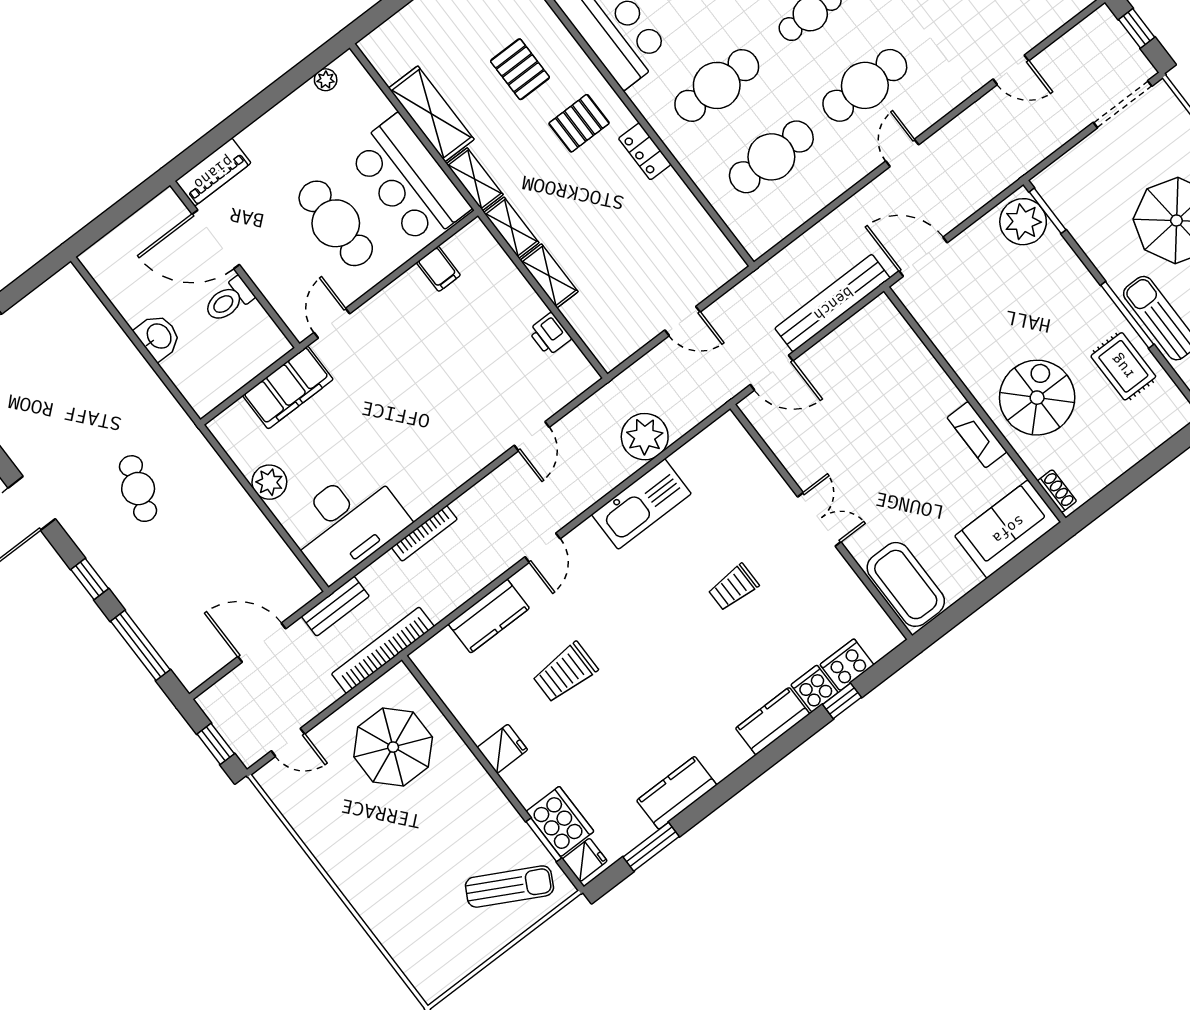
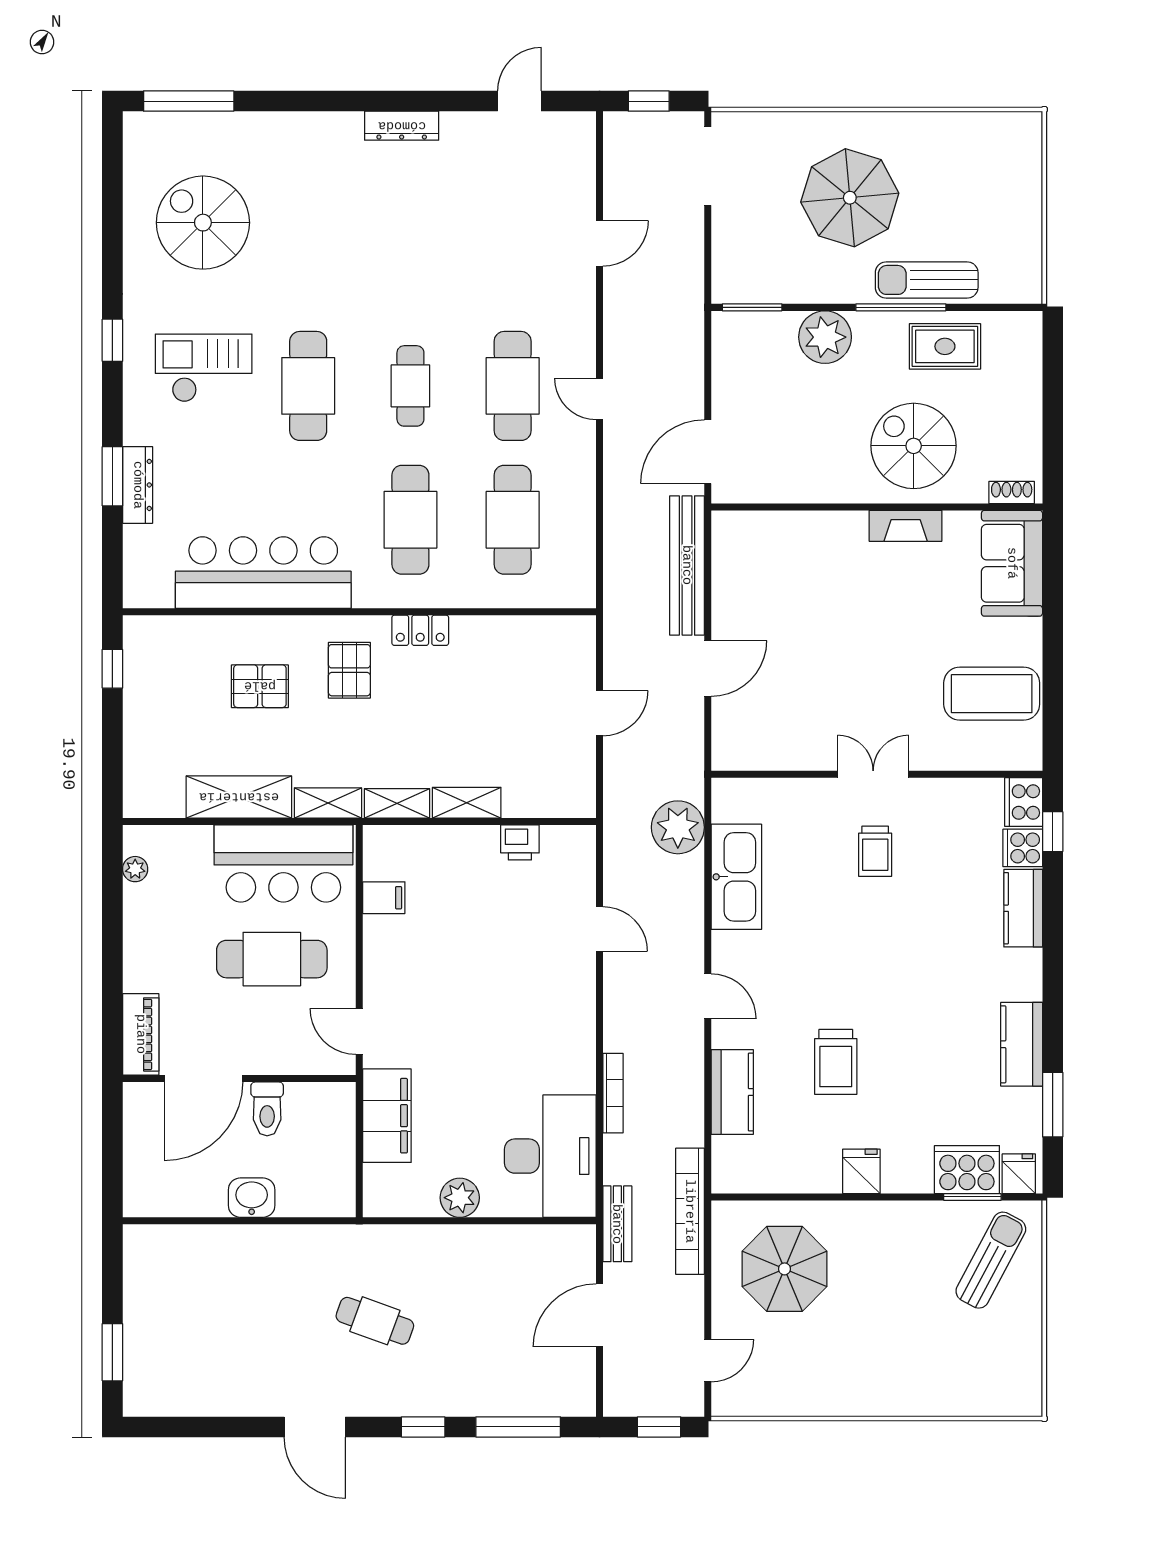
plant: (1023, 222) -> (825, 337), moved
double door: (819, 519) -> (873, 774), moved
wall: (821, 522) -> (877, 774), moved

